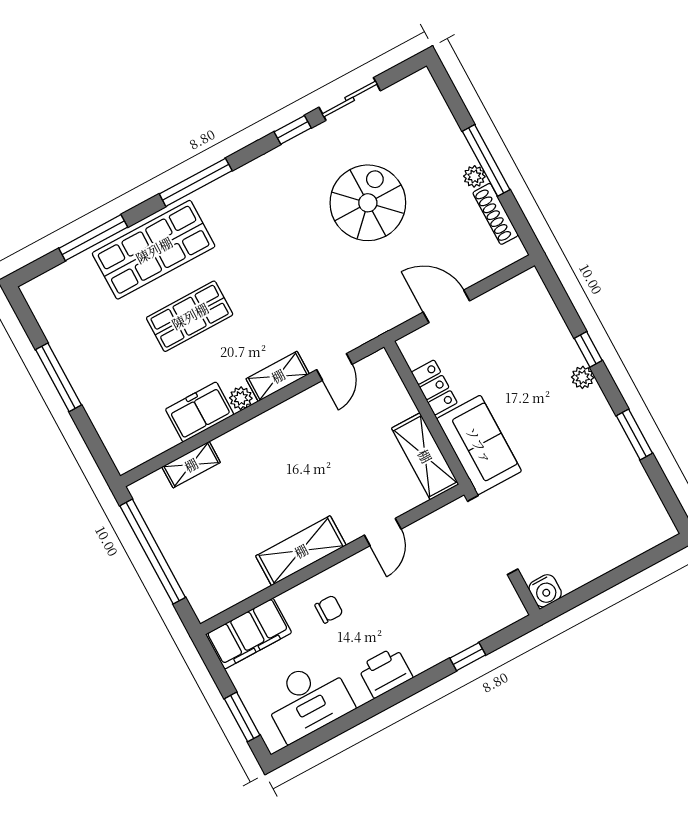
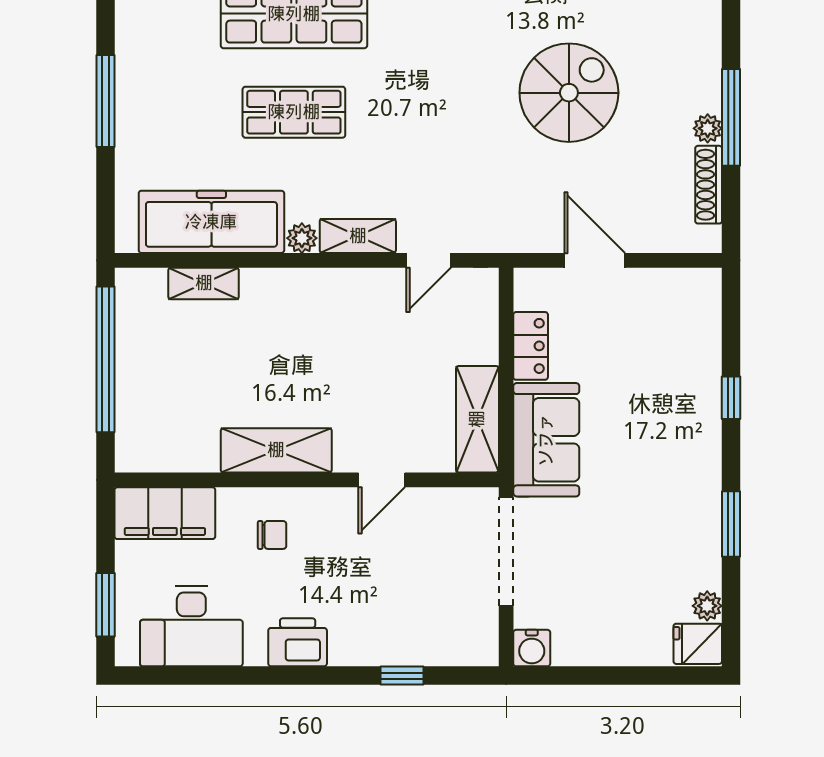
plant: (583, 377) -> (707, 606), moved
freezer: (200, 412) -> (211, 222), width x1.91, depth x1.26
fridge: (656, 527) -> (698, 644), added

